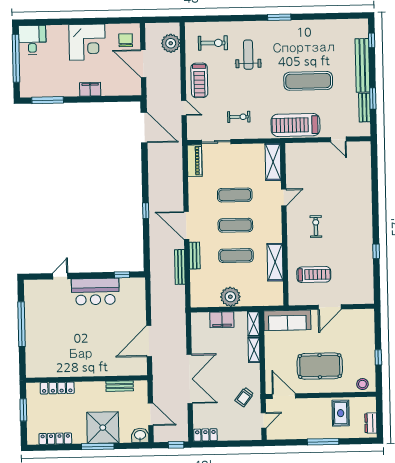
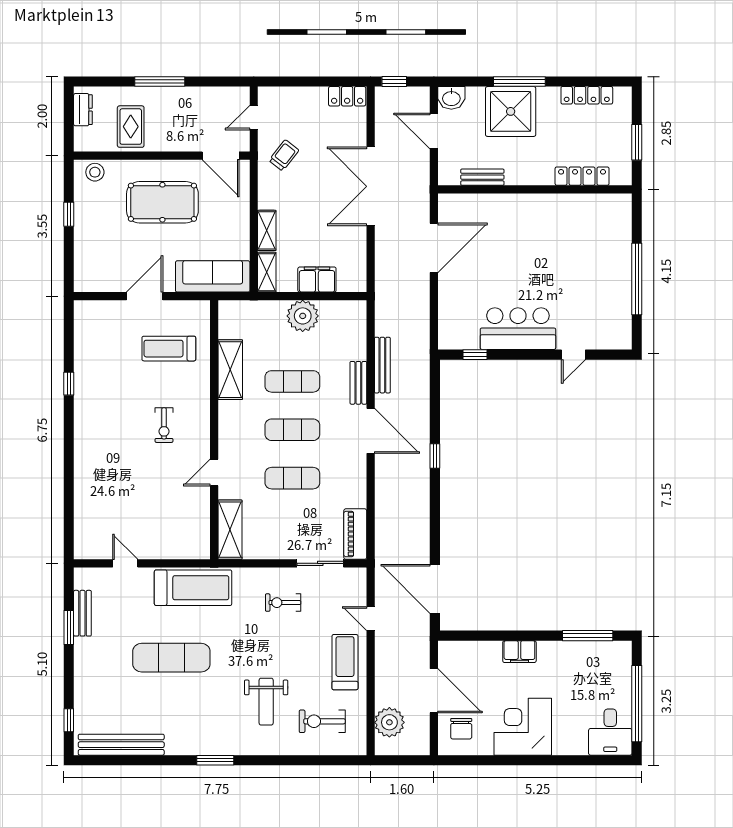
bench: (362, 65) -> (121, 745), moved, turned 90

